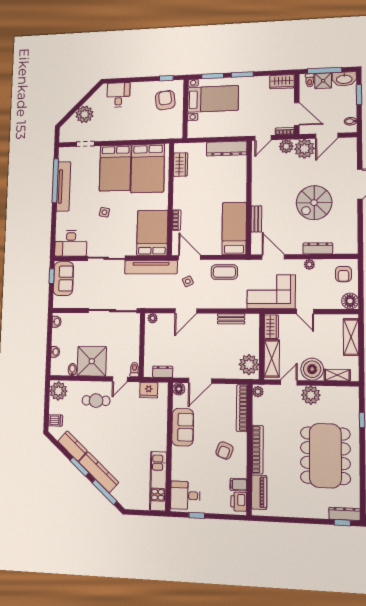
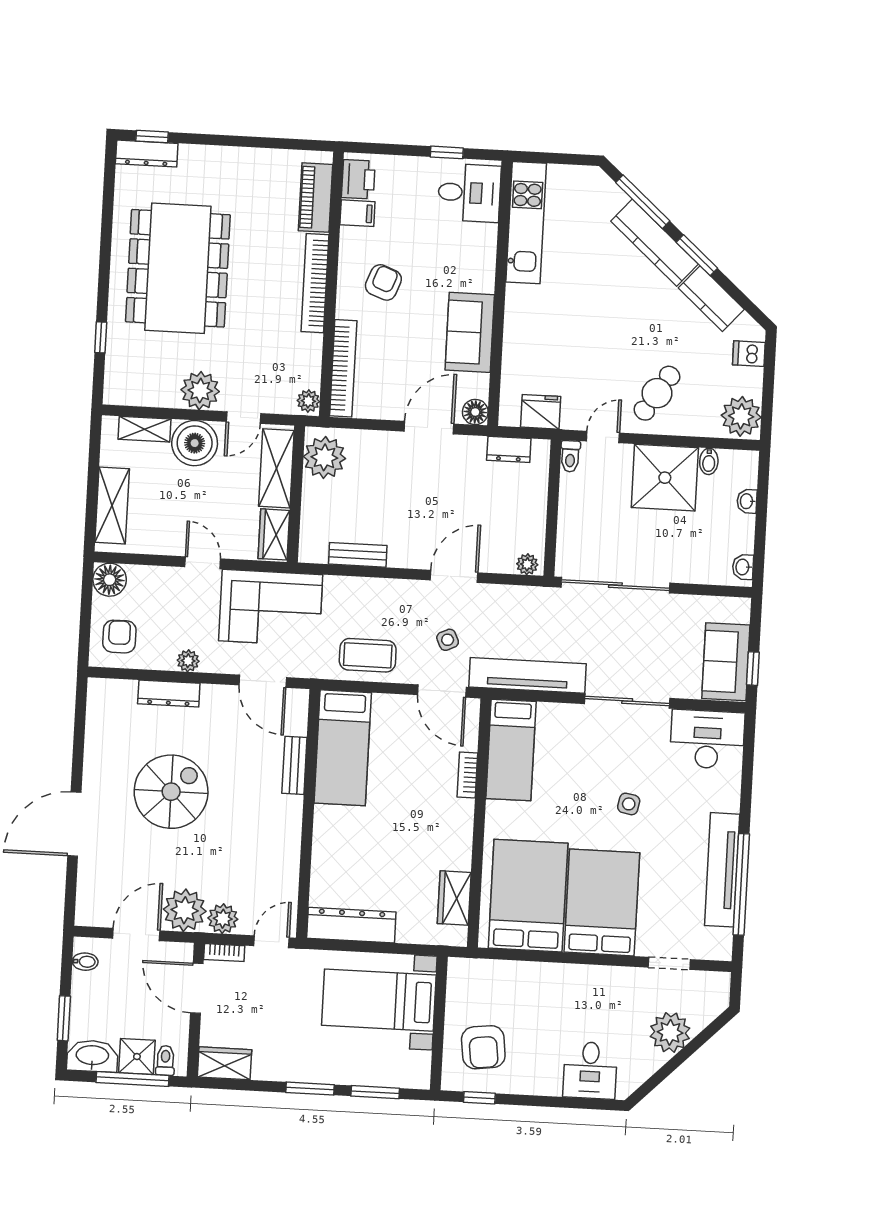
bed with nightstands: (213, 99) -> (379, 1000), moved
bed: (152, 233) -> (511, 750), width x0.67
cafe table: (96, 401) -> (657, 393), turned -57

